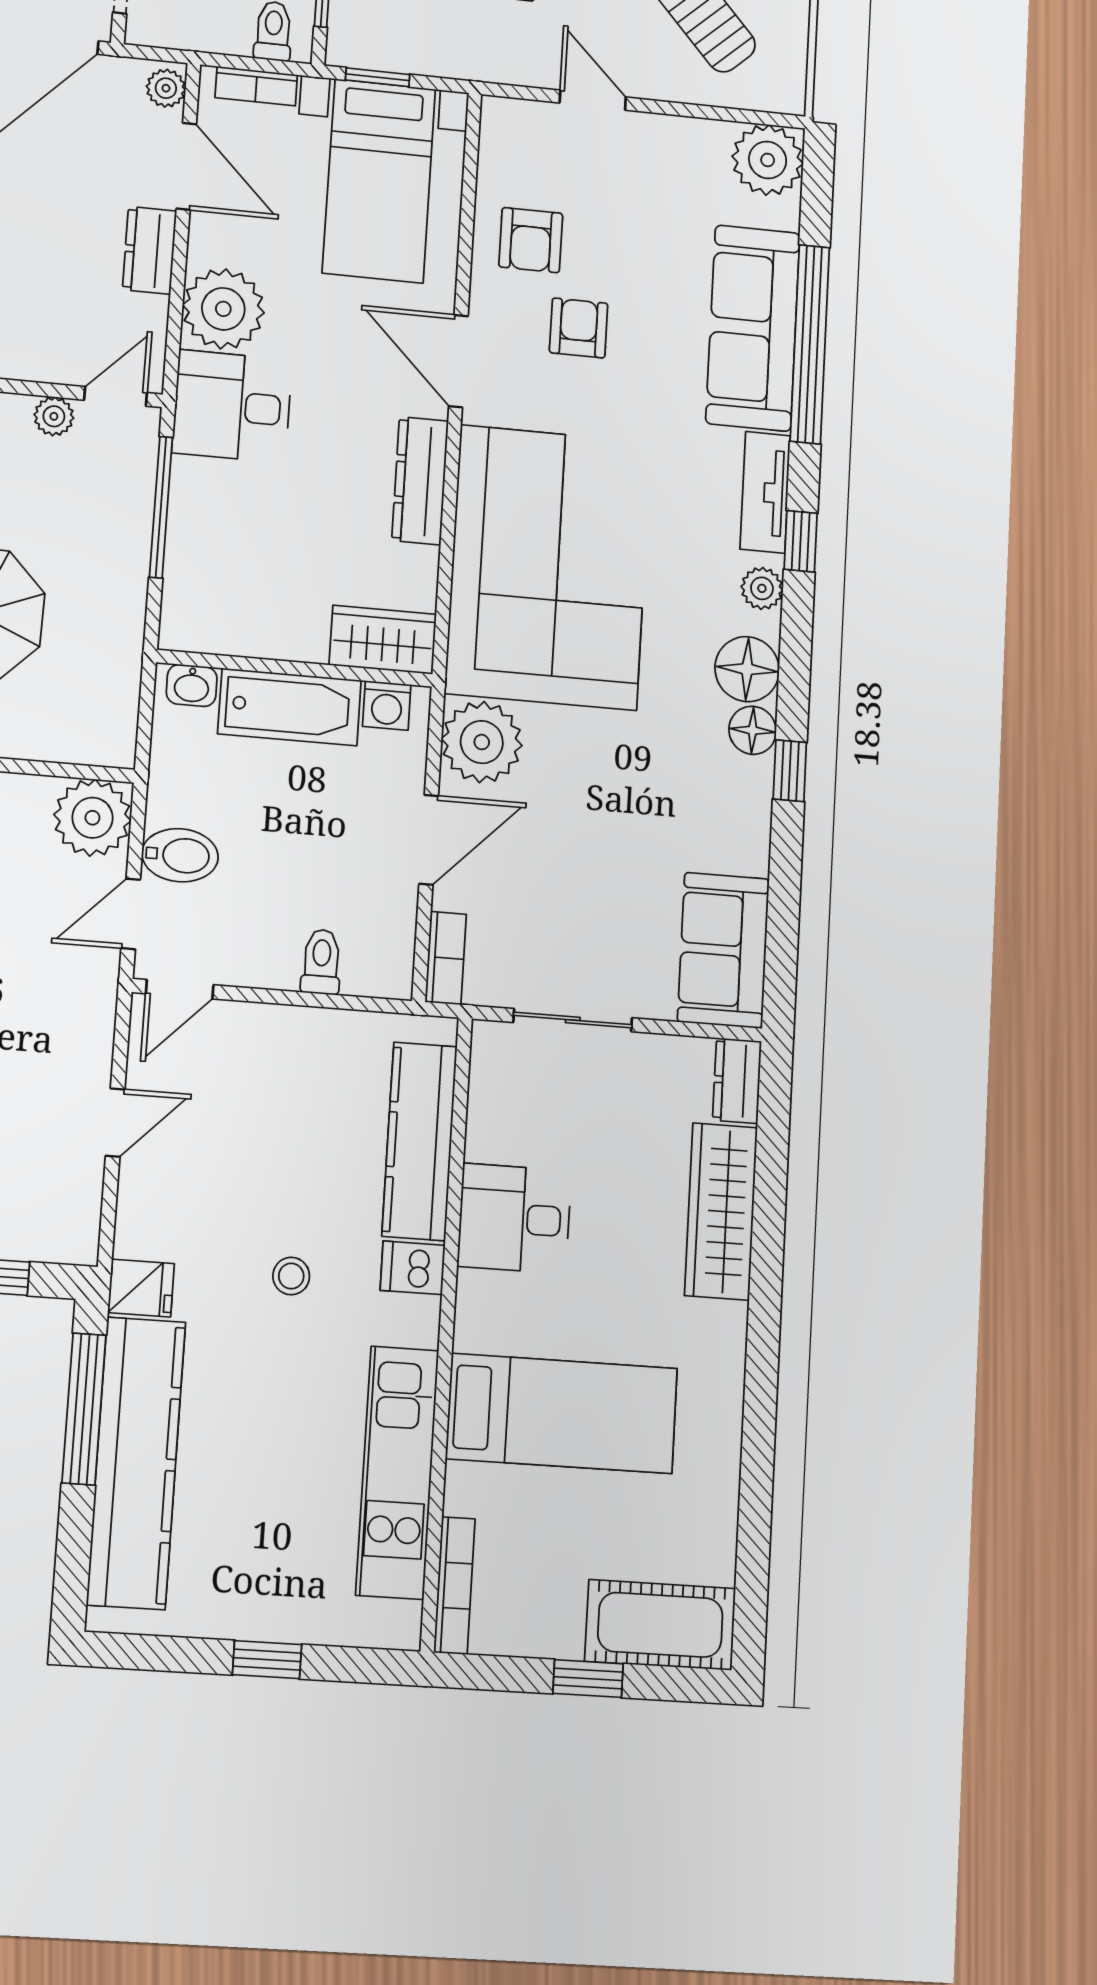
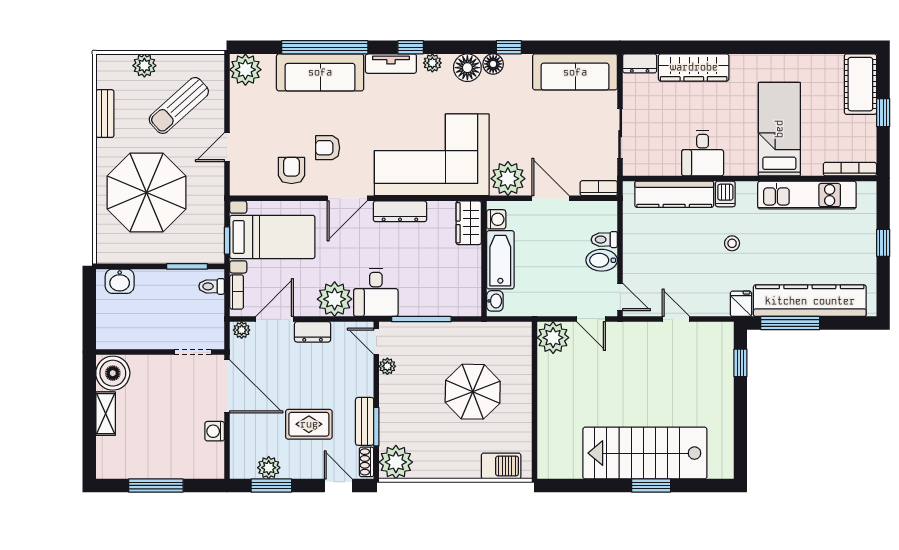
armchair: (531, 240) -> (291, 170), turned -90
bidet: (180, 855) -> (602, 260), moved, turned -90
sofa: (723, 950) -> (575, 72), width x1.36

